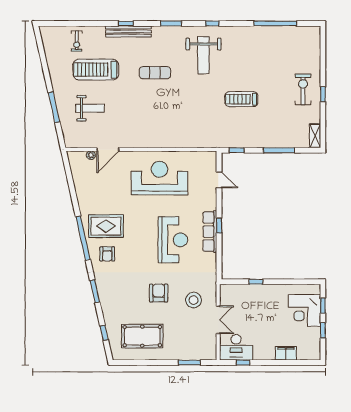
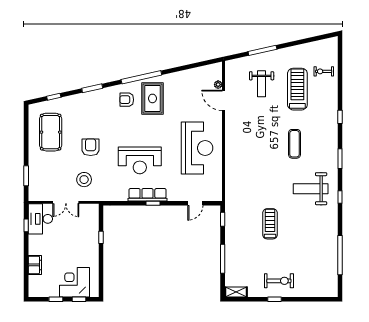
bench: (129, 31) -> (333, 119), removed
armchair: (159, 293) -> (91, 147), turned -90

